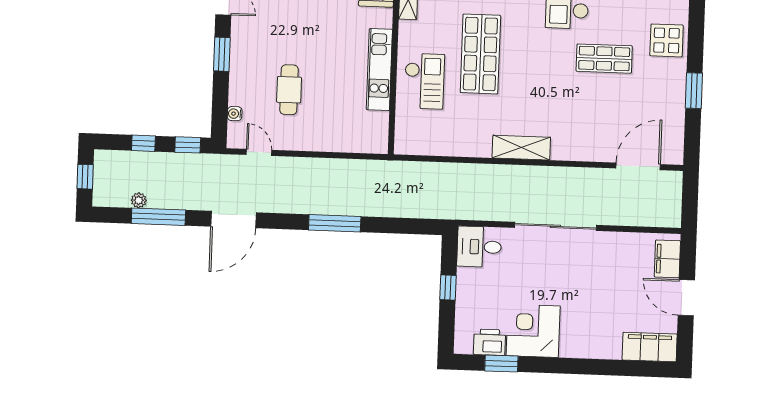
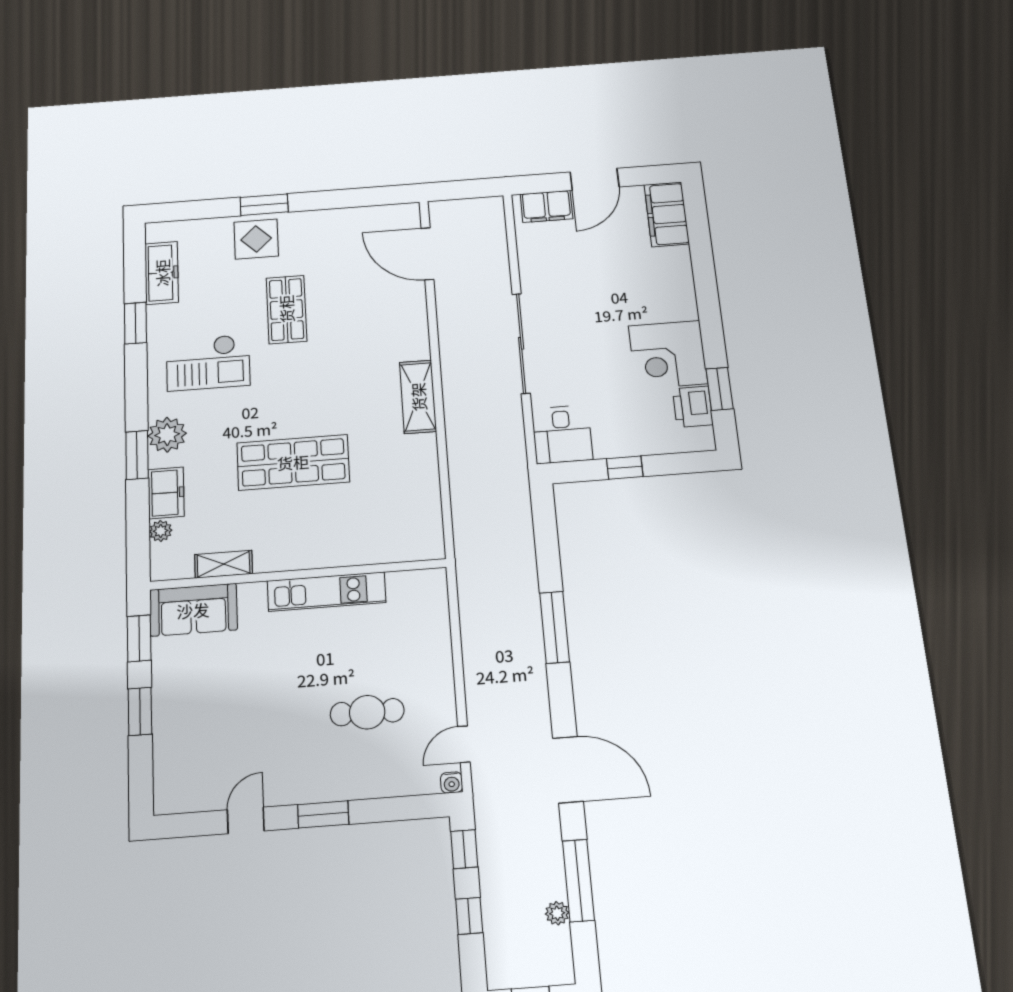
checkout: (424, 81) -> (338, 530), removed
window: (694, 91) -> (264, 205), moved
water cooler: (235, 114) -> (452, 782), moved

